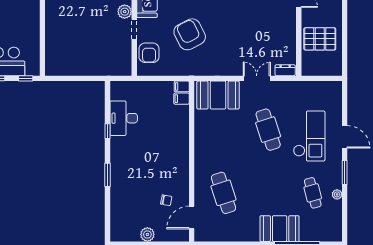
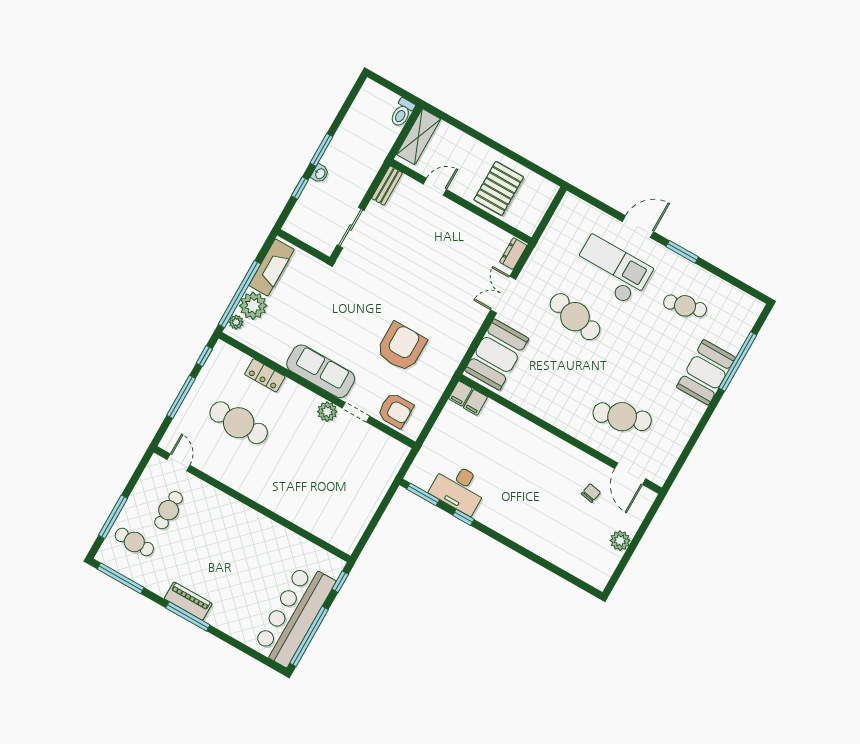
armchair: (190, 34) -> (401, 347), turned 117
cafe table: (268, 130) -> (575, 317), turned 30
window: (107, 175) -> (423, 494), moved
plant: (337, 194) -> (704, 277), removed

